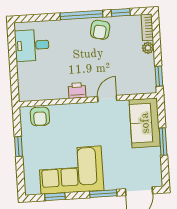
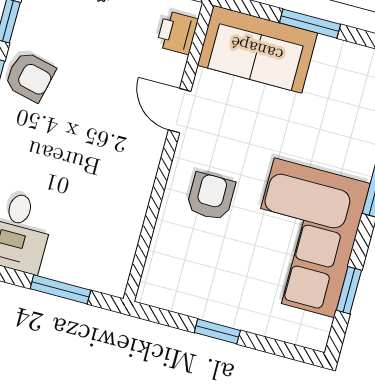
window: (14, 74) -> (60, 289), added
printer: (77, 90) -> (177, 33), moved
armchair: (40, 116) -> (211, 196), moved, turned -90

